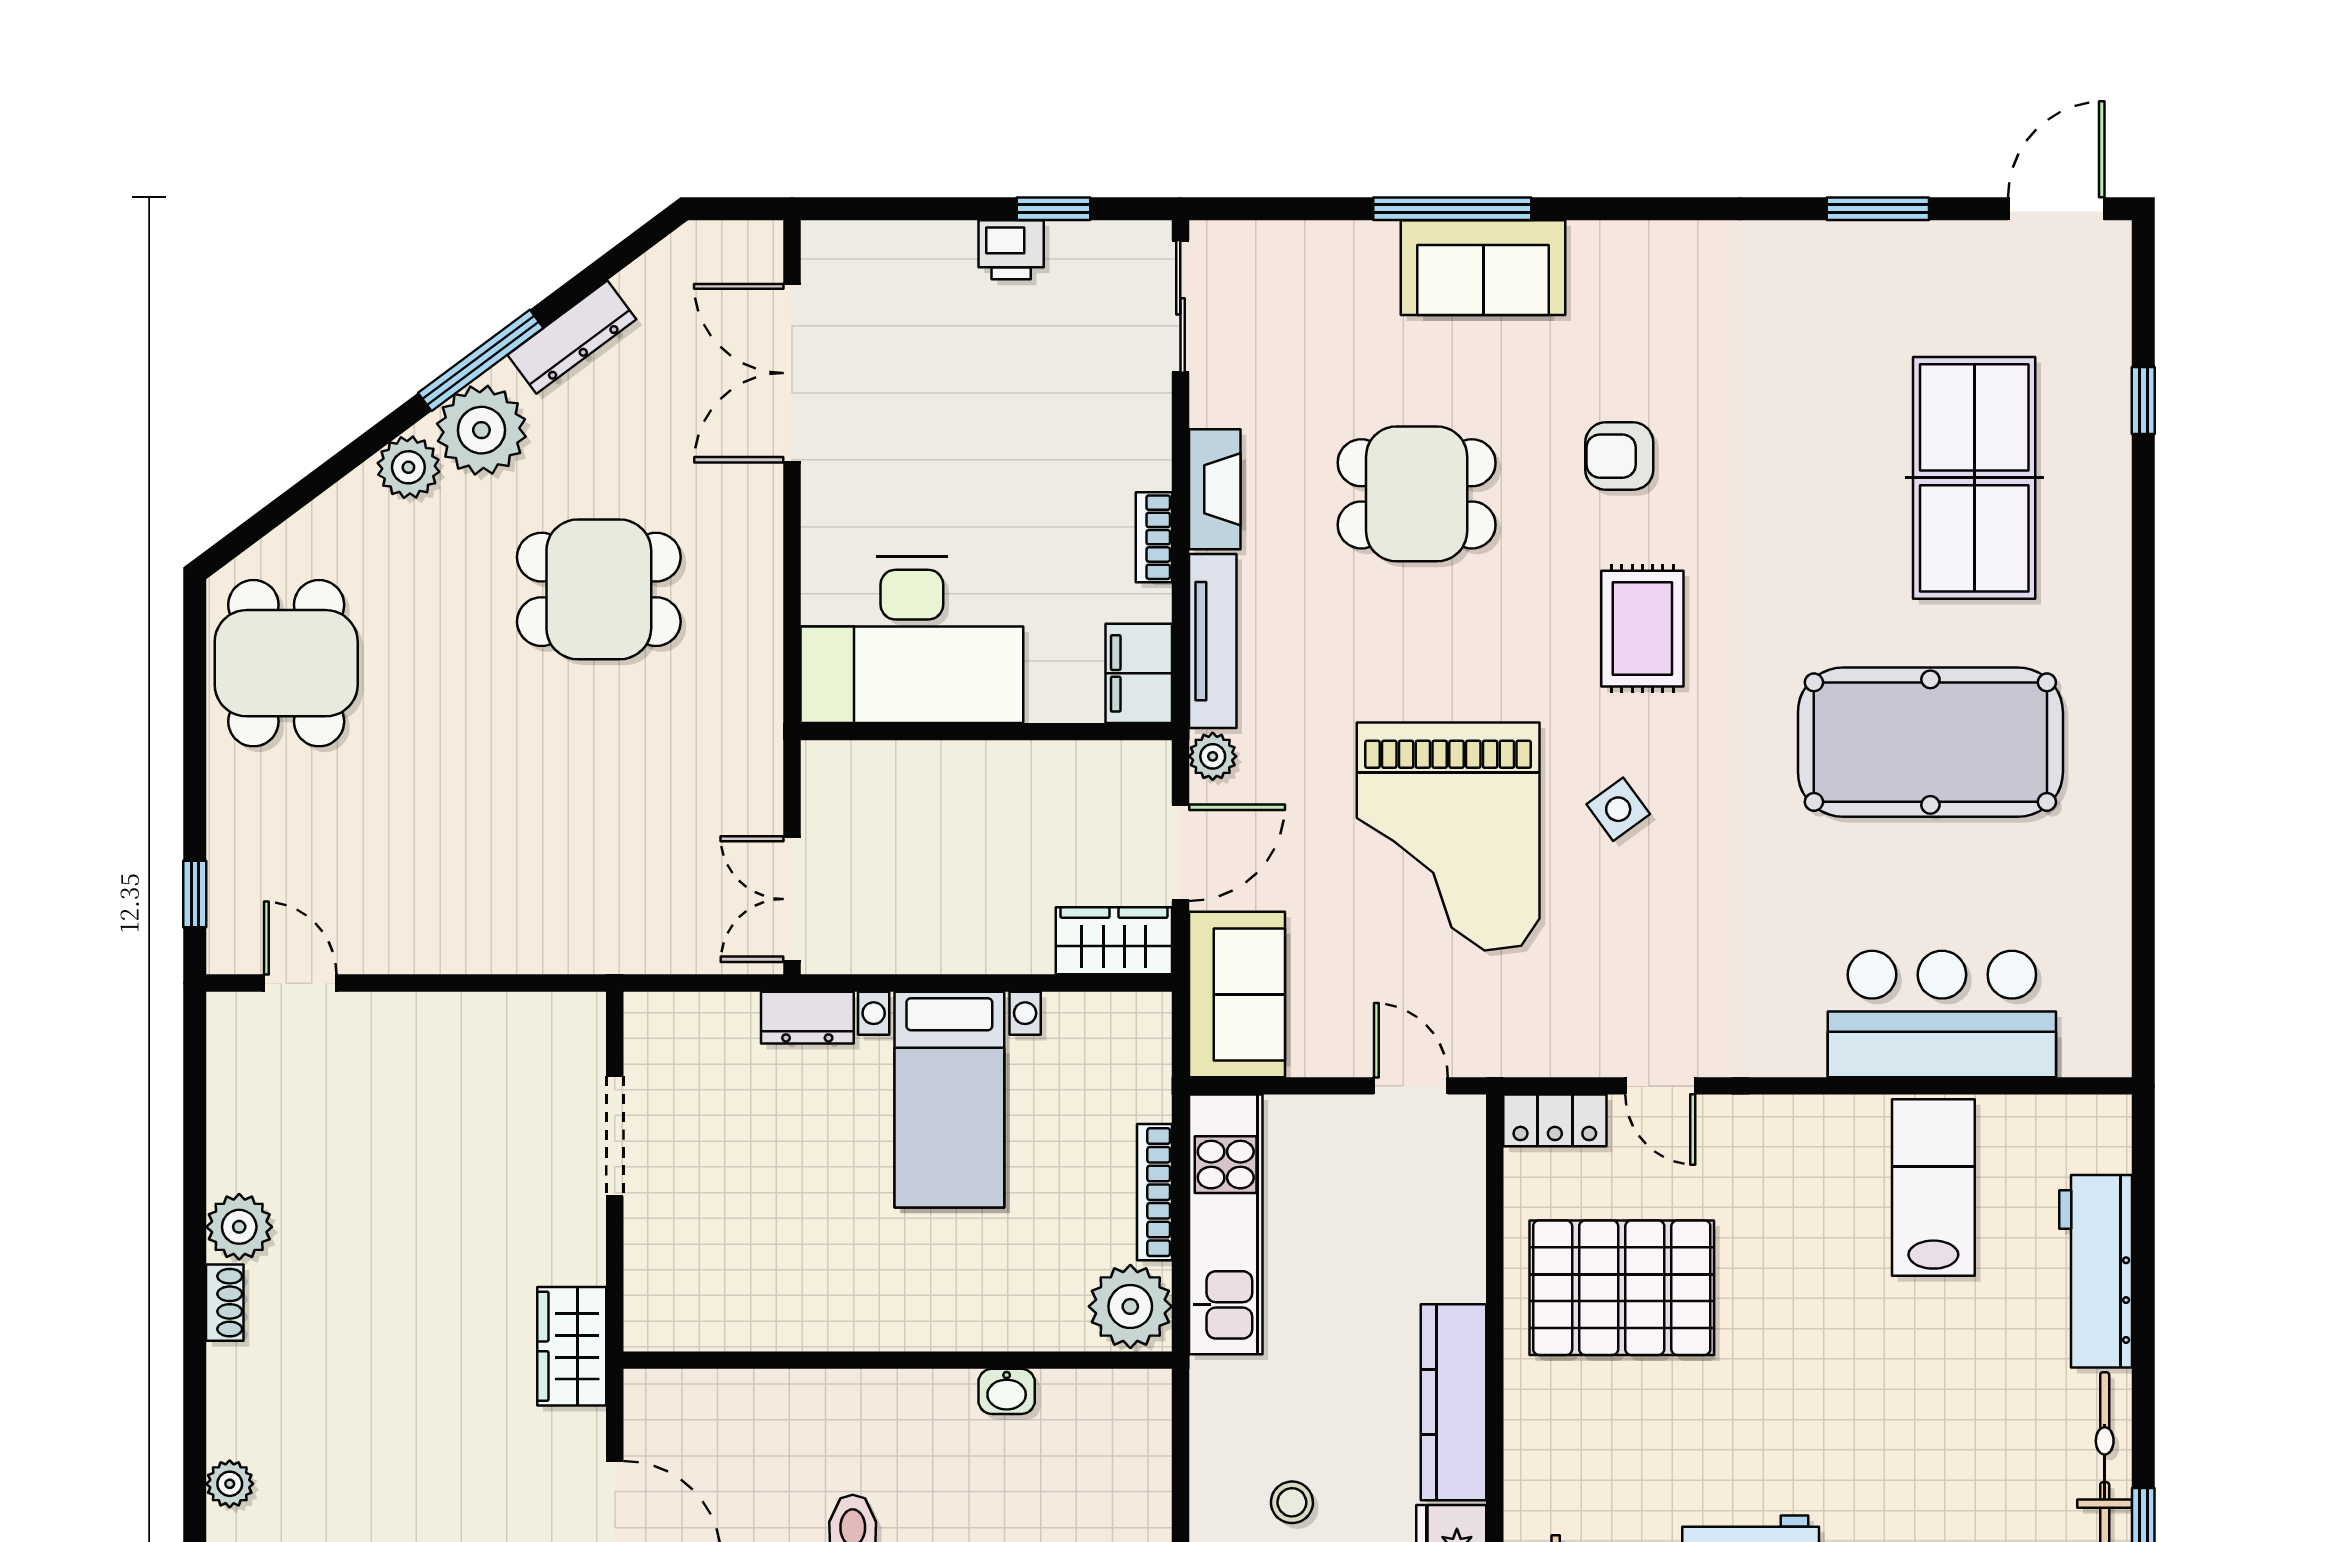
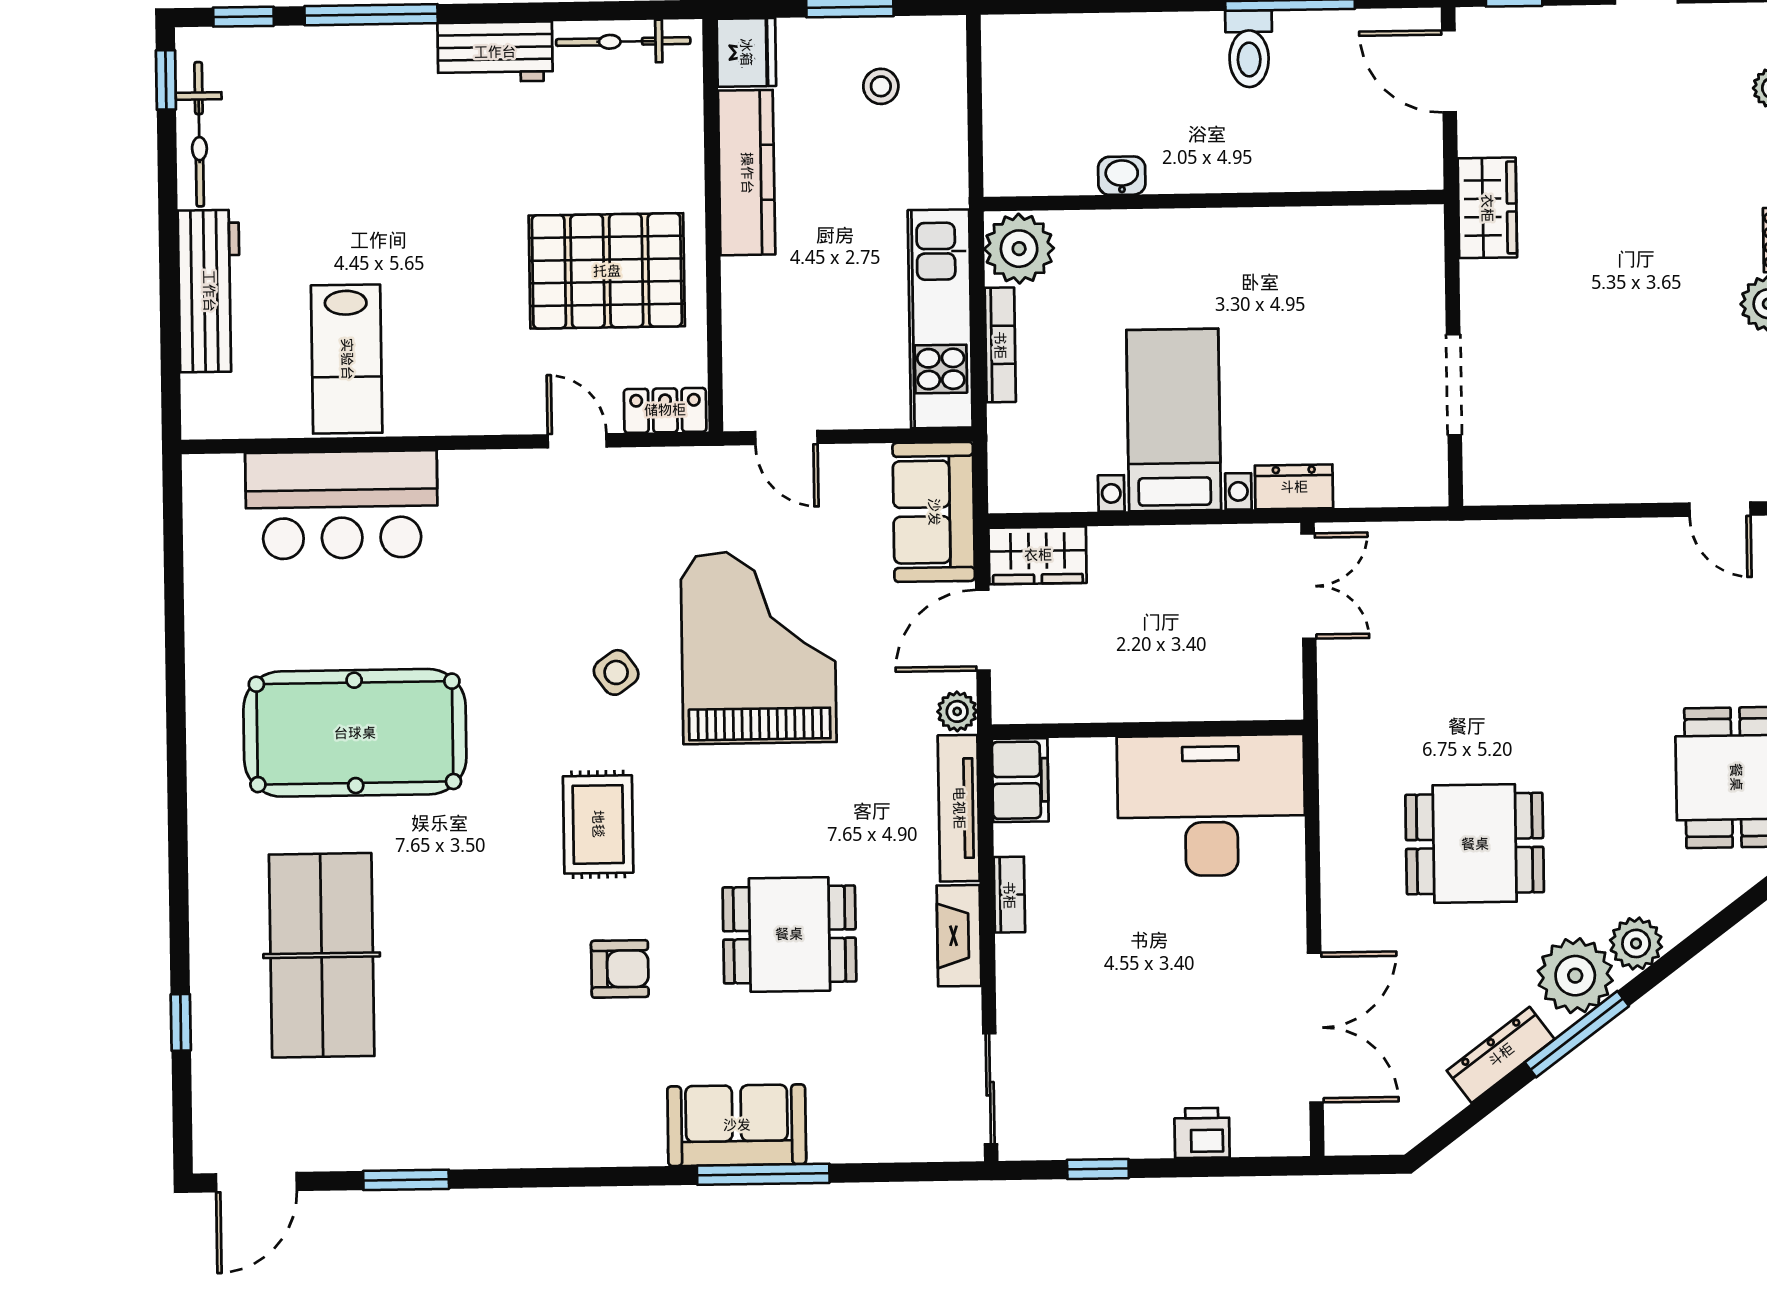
printer: (1011, 250) -> (1202, 1133), moved

